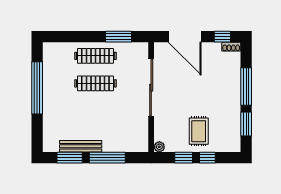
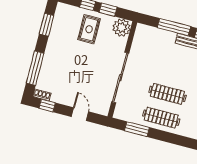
door: (185, 37) -> (80, 114), width x0.53
window: (246, 86) -> (35, 68), moved
plant: (159, 147) -> (122, 28), width x1.88, depth x1.88

